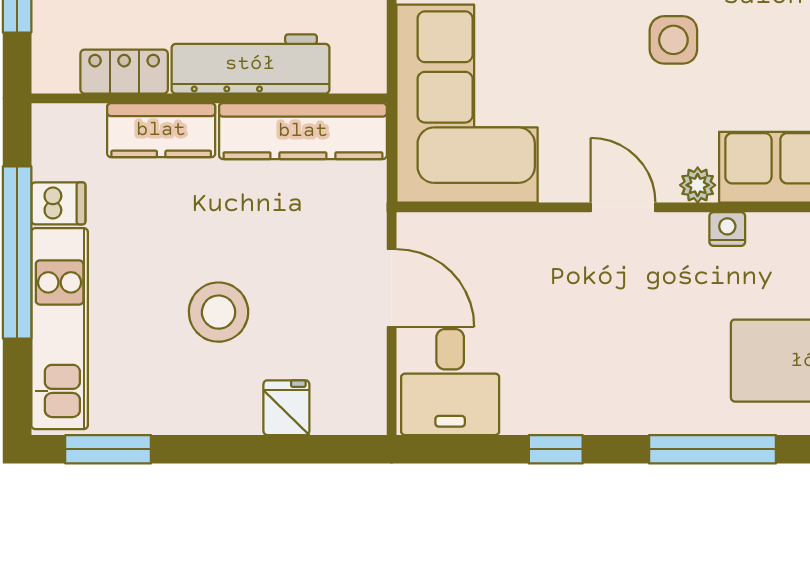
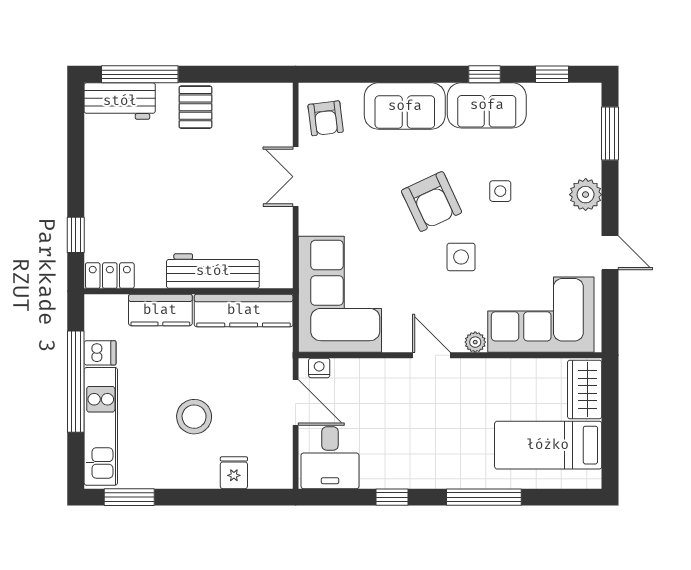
locker: (124, 72) -> (110, 276), moved
nightstand: (727, 229) -> (319, 368), moved

